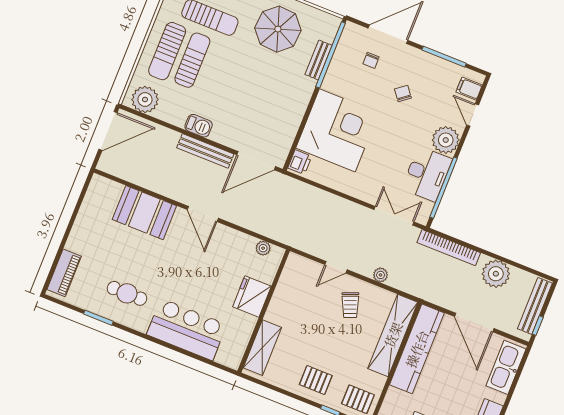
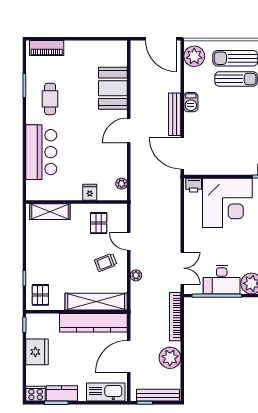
fridge: (252, 297) -> (90, 192), width x0.53, depth x0.75
pallet: (316, 380) -> (99, 223), moved

